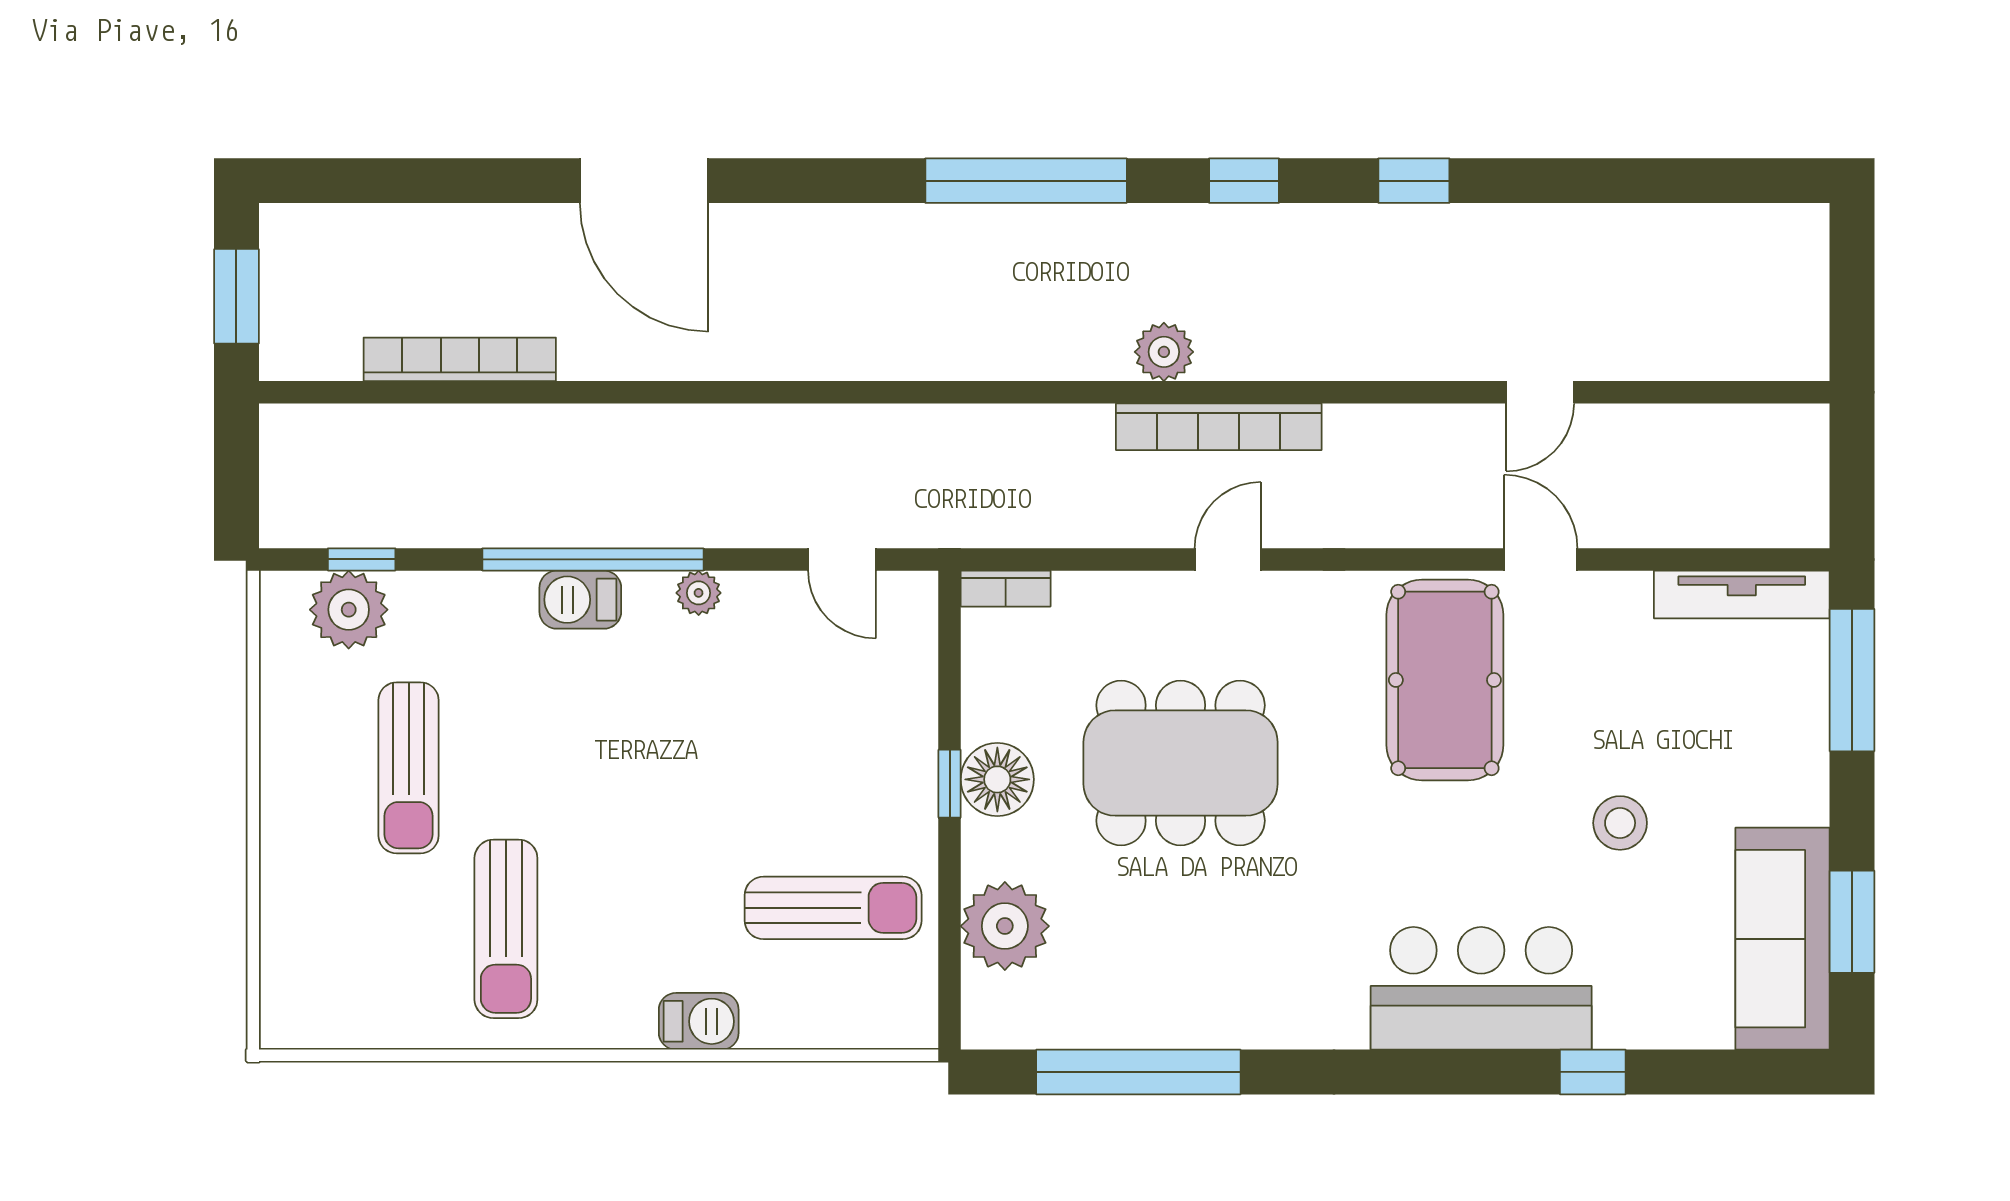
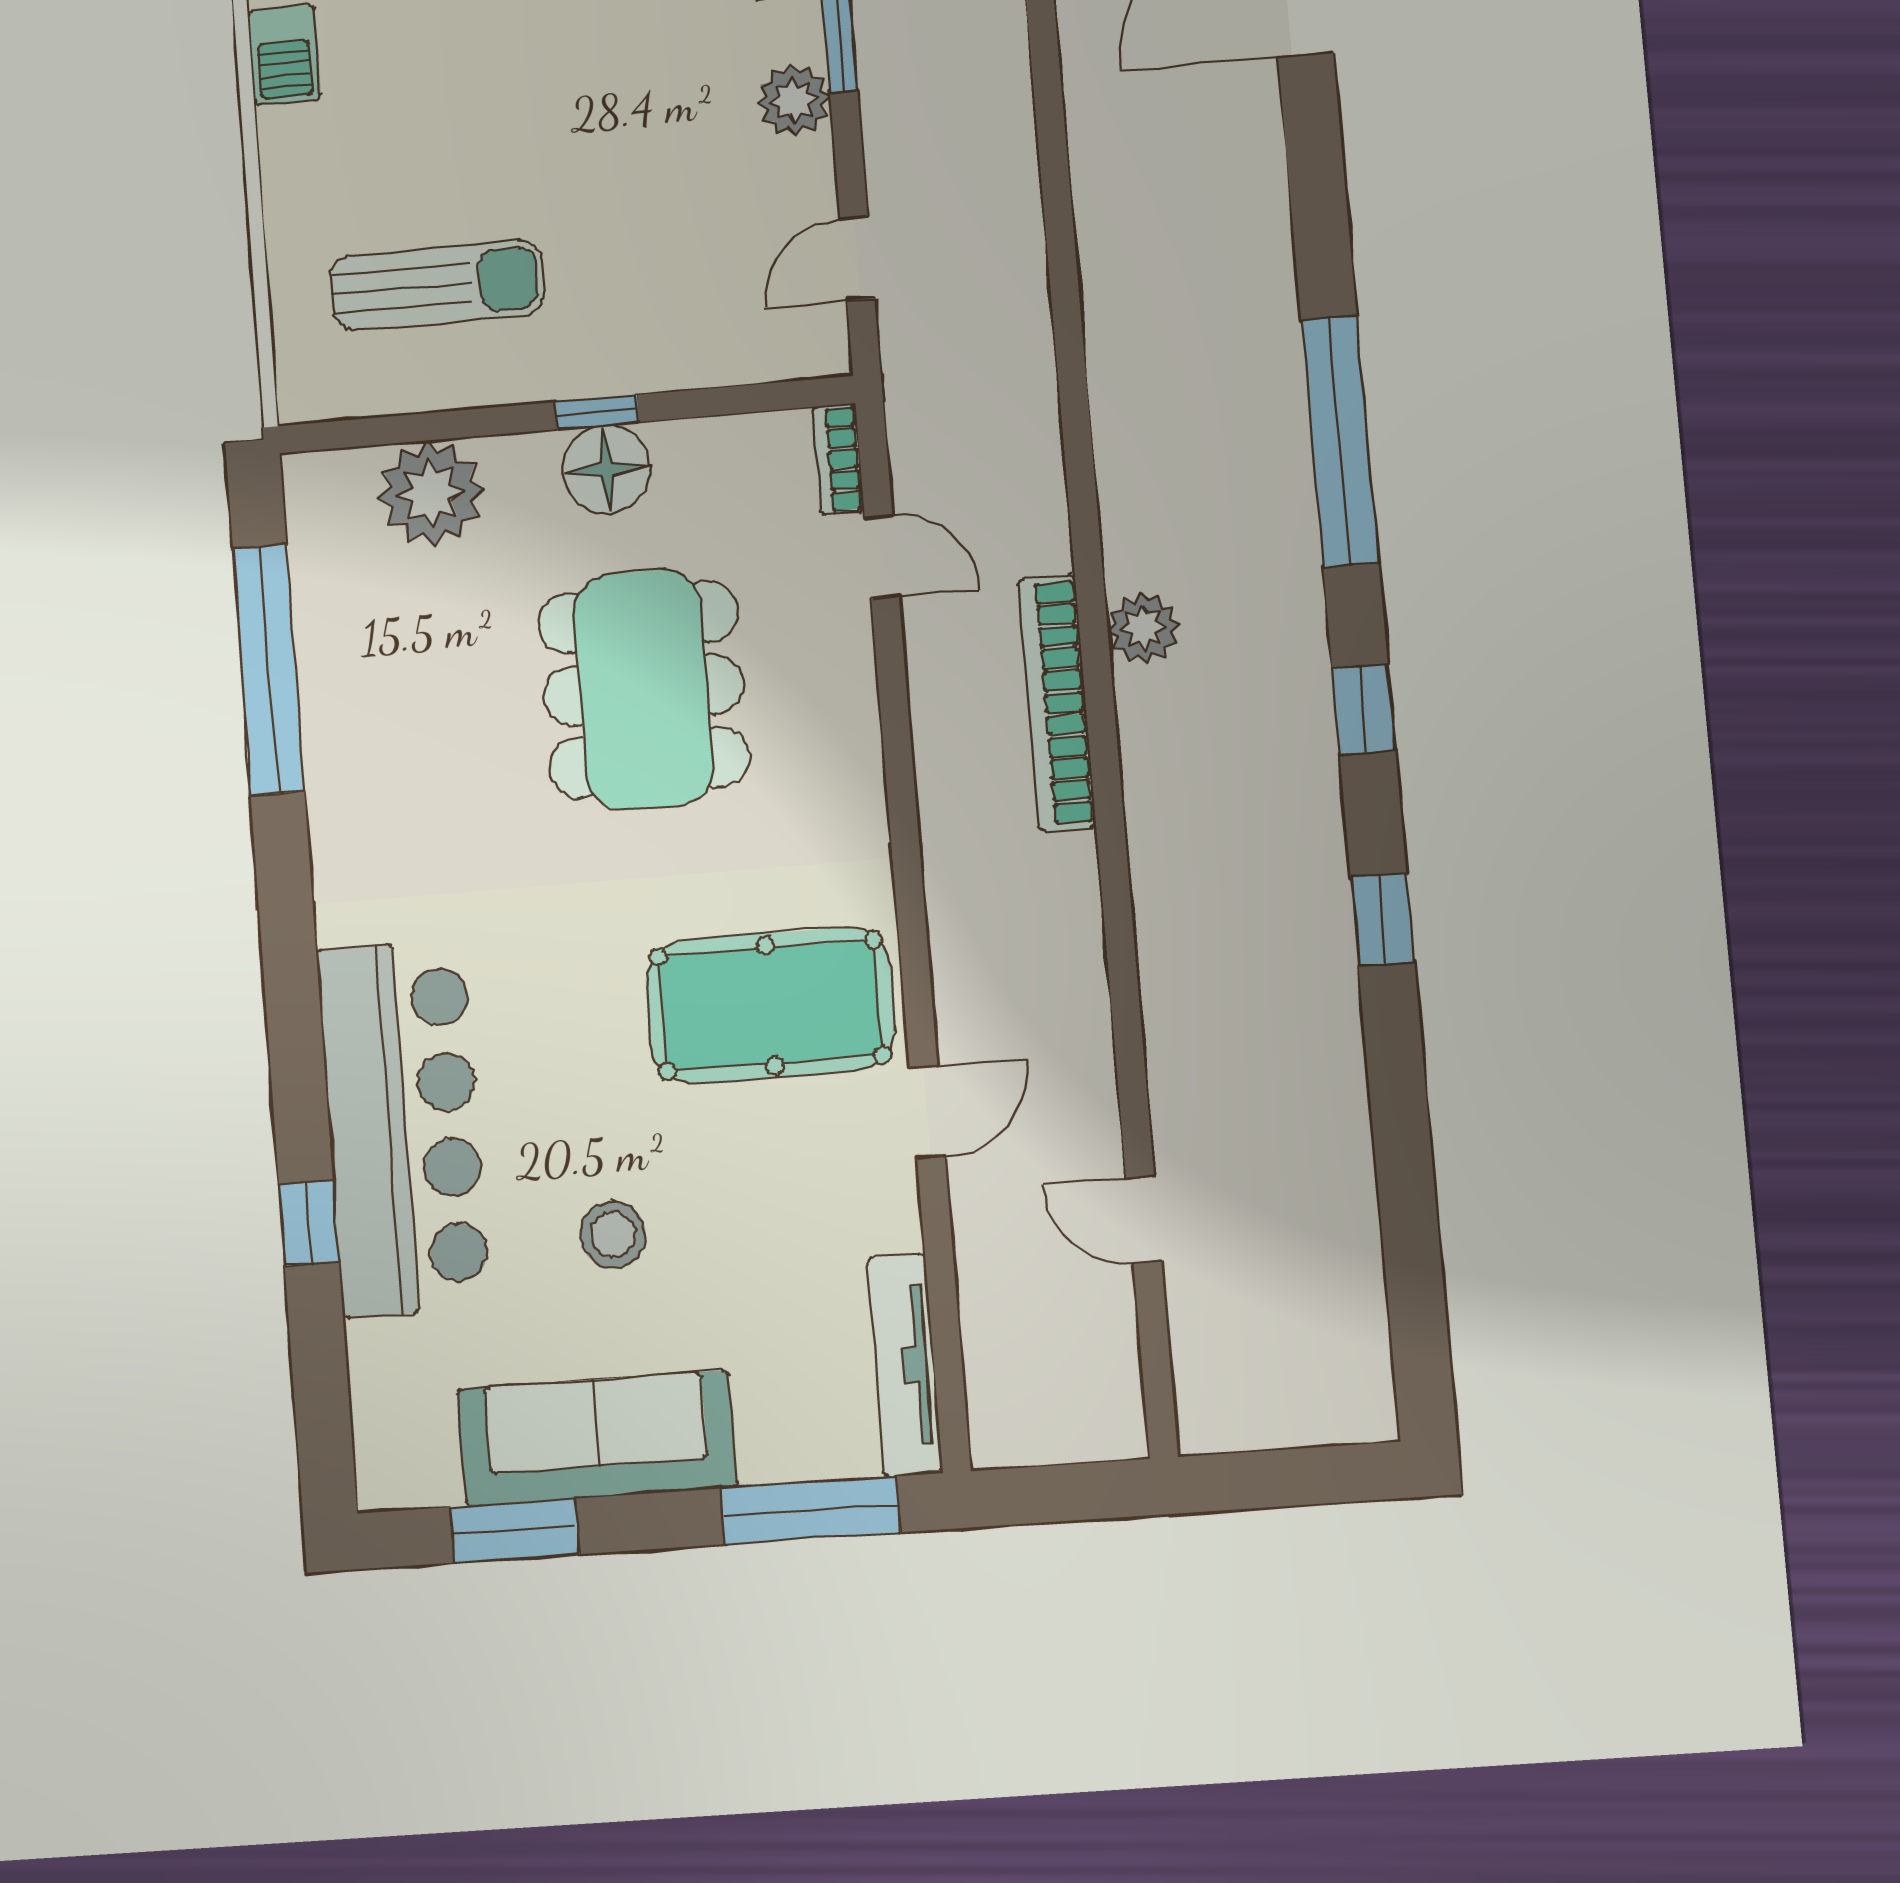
door: (1540, 392) -> (1144, 1219), moved
door: (1228, 559) -> (882, 557), moved
plant: (699, 593) -> (794, 100), width x1.38, depth x1.38
sun lounger: (833, 908) -> (437, 285), turned -90
sofa: (1783, 939) -> (597, 1438), moved
bar counter: (1481, 988) -> (403, 1128), width x1.36
barbecue: (699, 1021) -> (284, 55), moved

